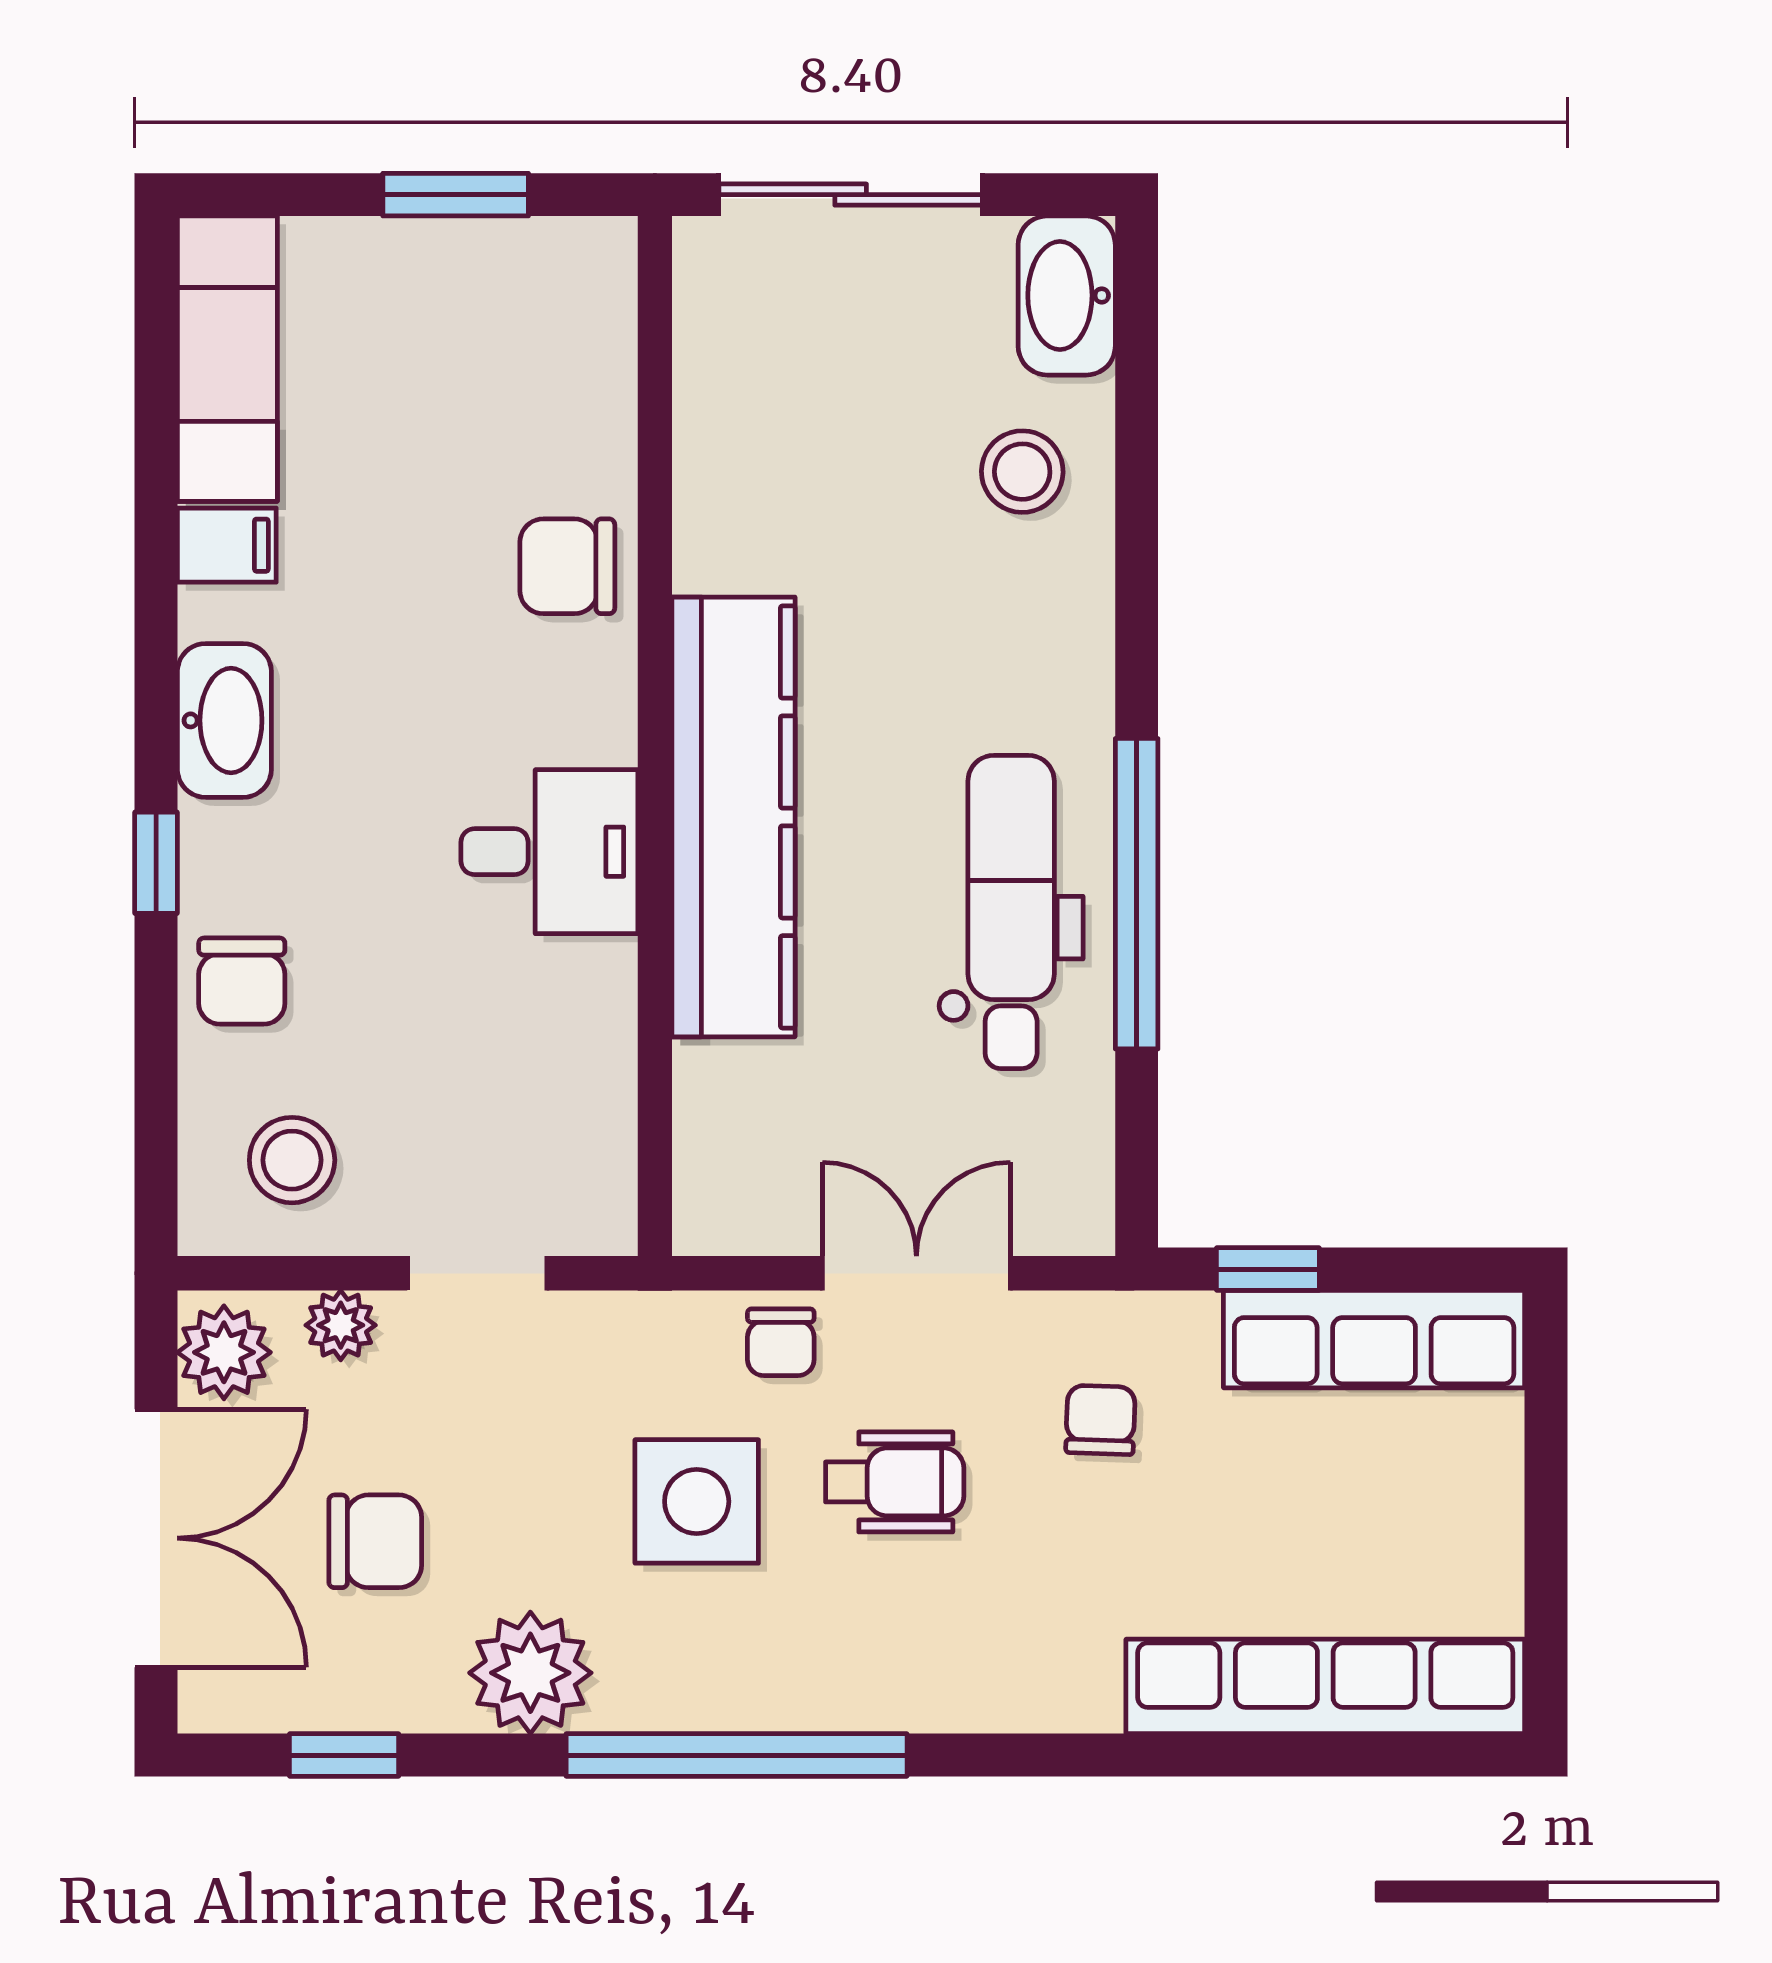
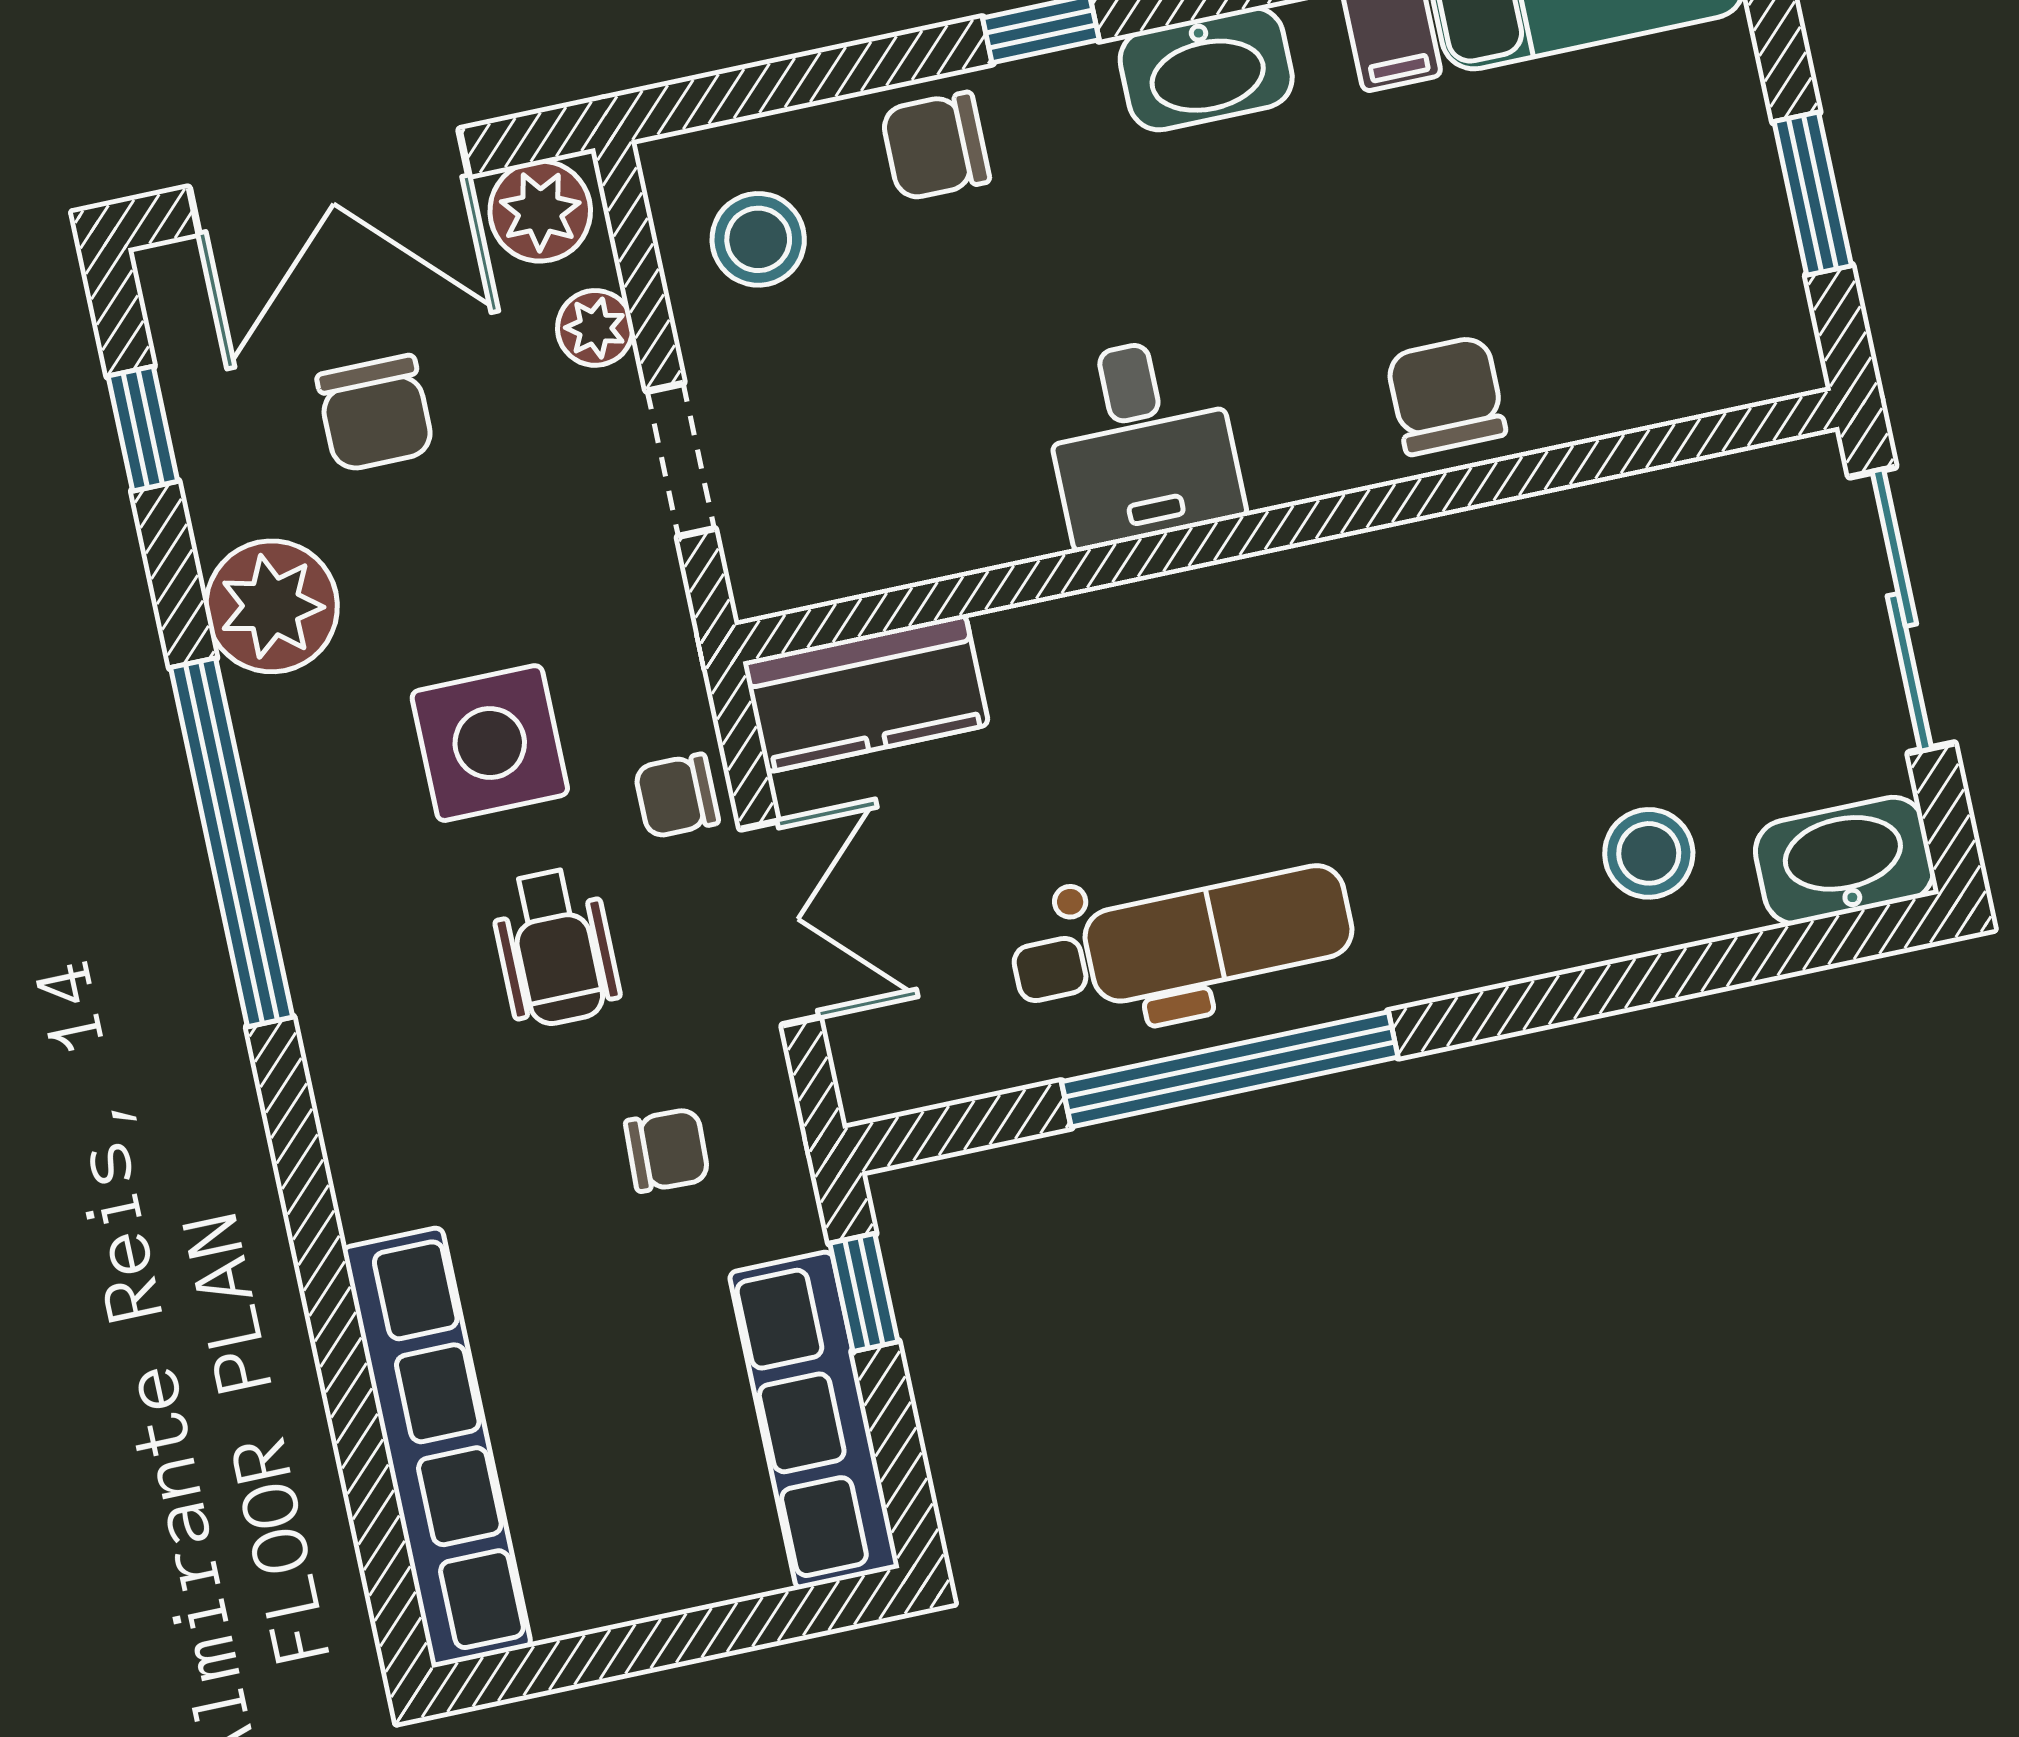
kitchen counter: (734, 817) -> (866, 693), moved, width x0.48, depth x0.86

